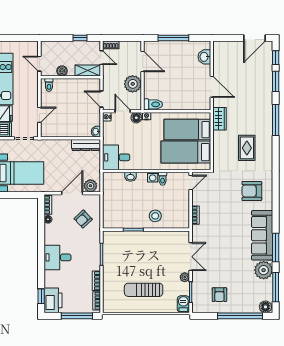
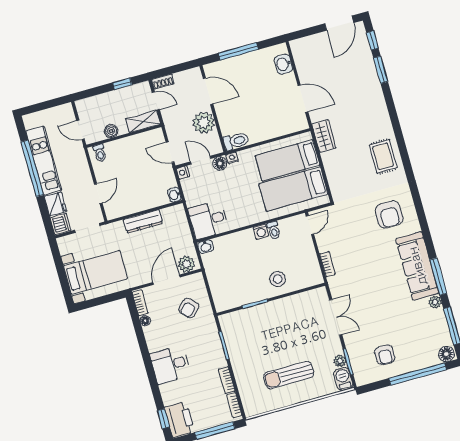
window: (276, 120) -> (394, 118), removed
dresser: (86, 145) -> (143, 221), moved
rug: (247, 148) -> (383, 156), moved
washbasin: (130, 177) -> (206, 247), moved
armchair: (252, 191) -> (389, 215), turned -90
plant: (264, 270) -> (435, 302), width x0.53, depth x0.53
plant: (185, 277) -> (340, 361), moved

